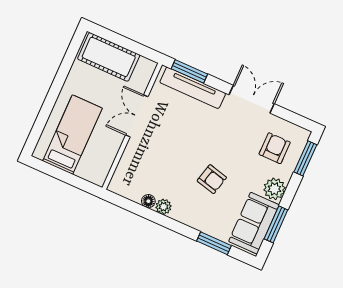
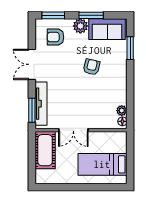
cot: (109, 57) -> (45, 150), moved
floor lamp: (148, 201) -> (122, 121), moved
plant: (164, 207) -> (122, 111), moved
window: (276, 224) -> (91, 15), moved

